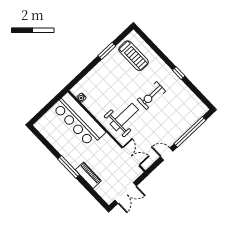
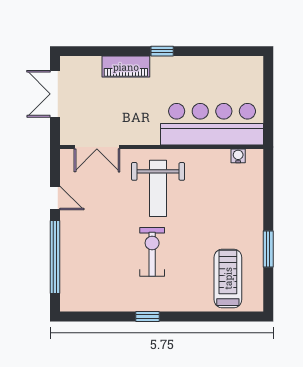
treadmill: (134, 56) -> (228, 278), turned 90
door: (167, 154) -> (55, 198), hinge flipped
window: (69, 167) -> (162, 51), width x0.46

